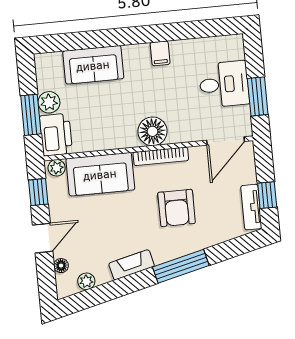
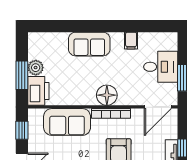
filing cabinet: (160, 53) -> (131, 41), moved
sofa: (93, 65) -> (89, 44), moved
plant: (57, 168) -> (37, 114), removed

